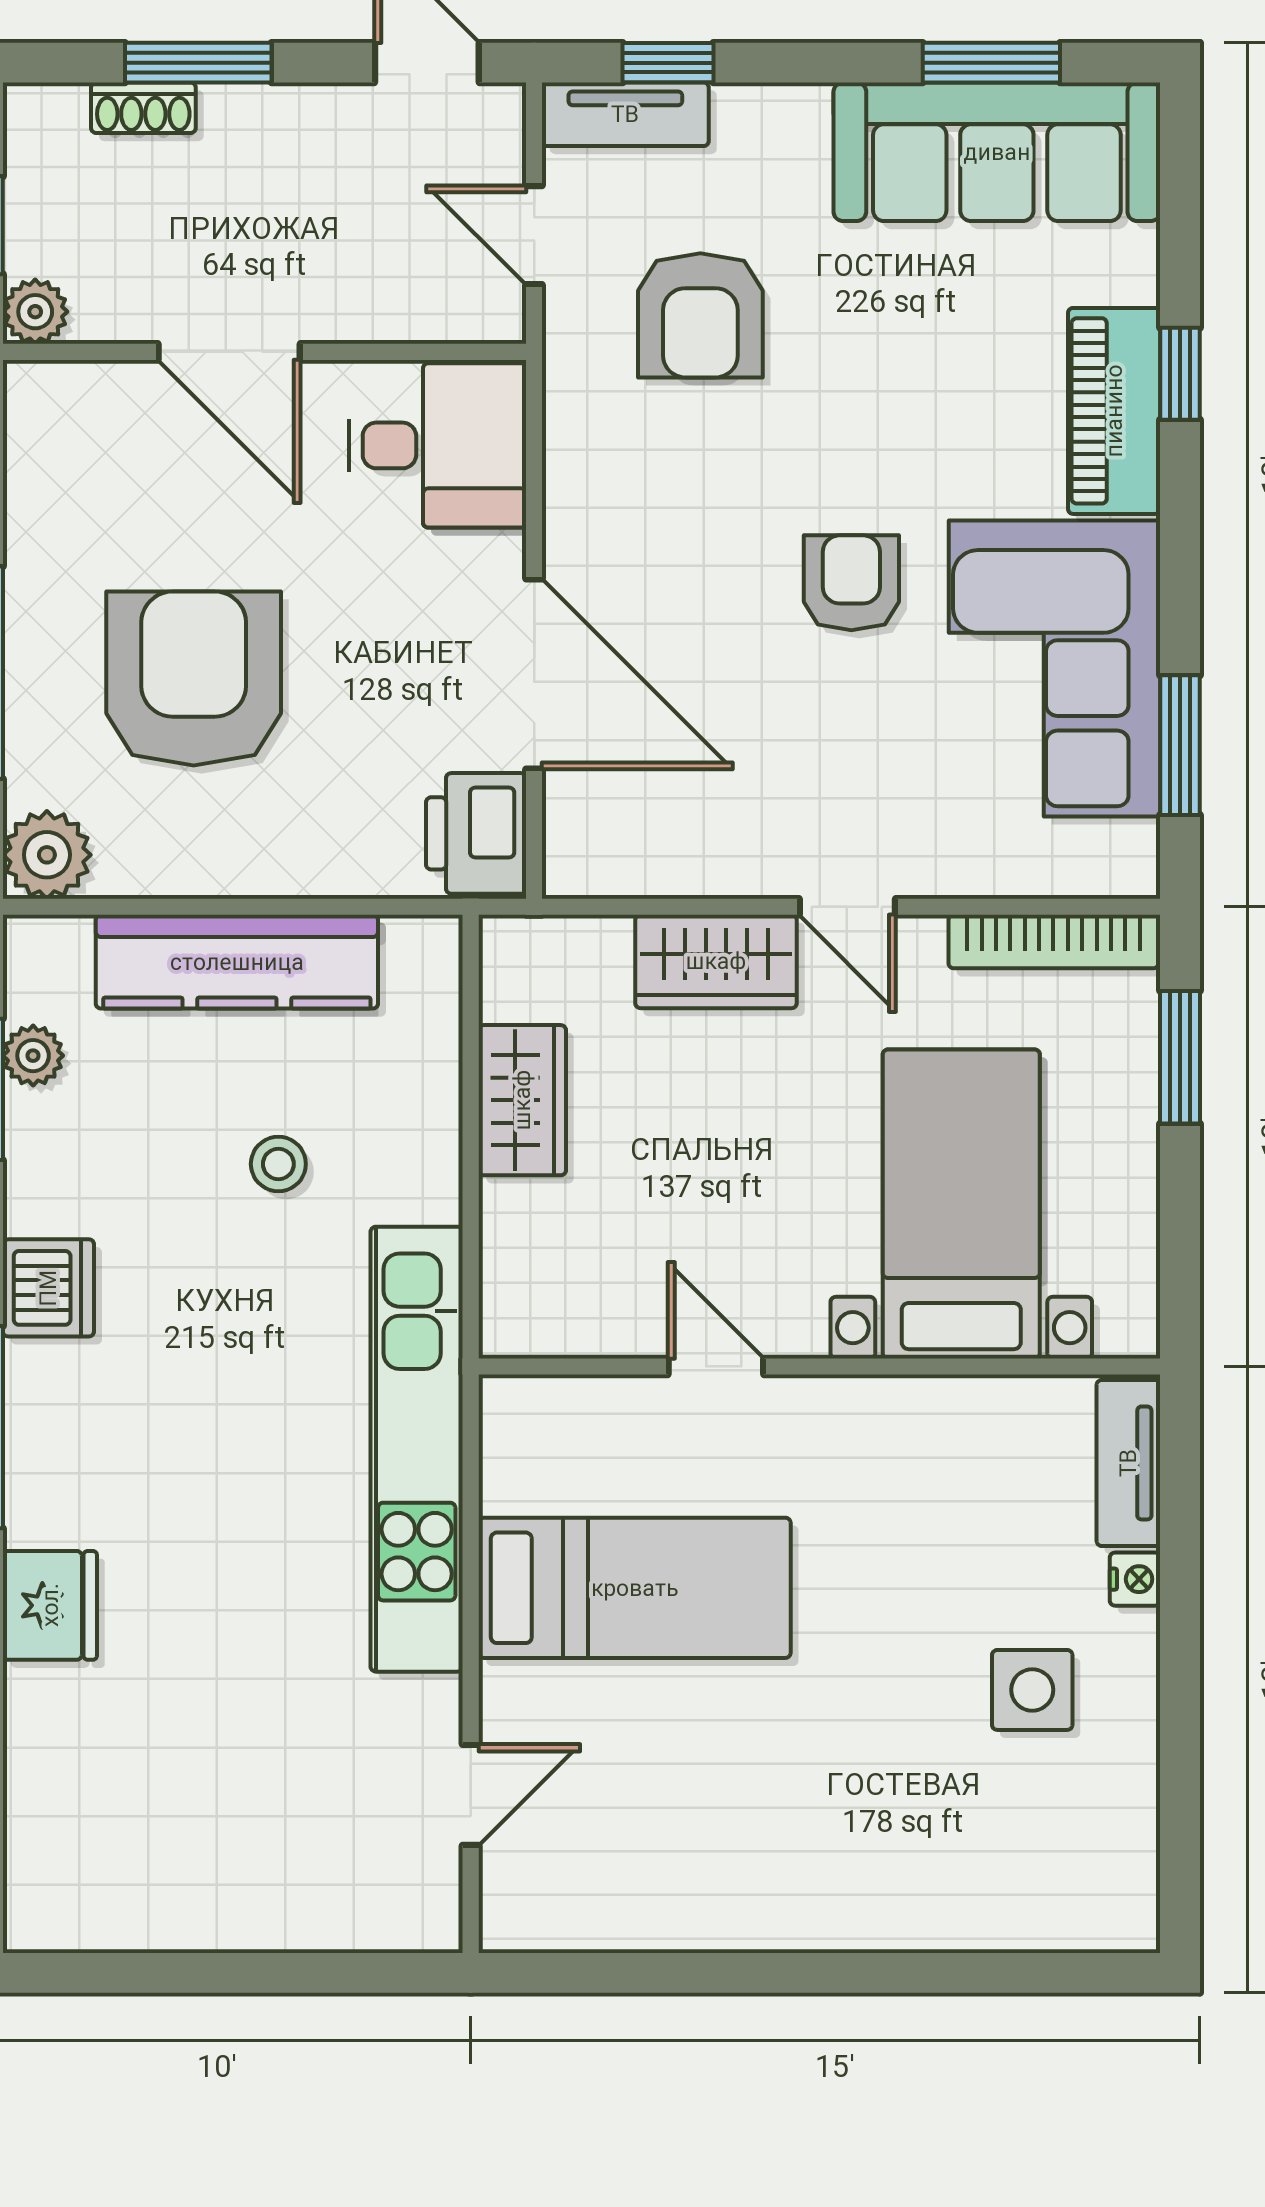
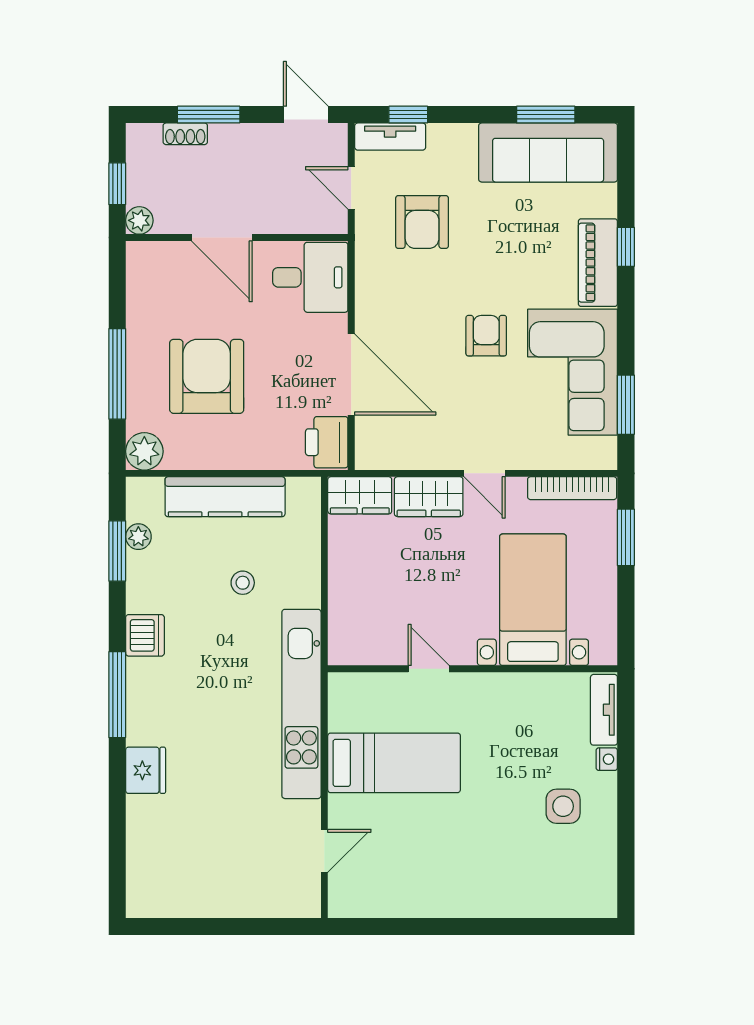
wardrobe: (522, 1100) -> (360, 495), moved, turned 90

